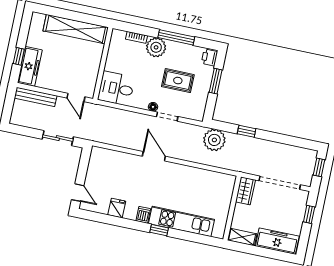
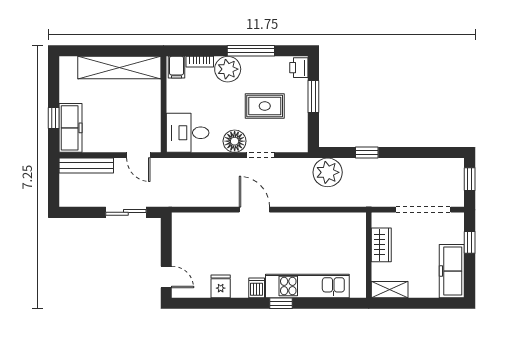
filing cabinet: (118, 38) -> (176, 67), added
floor lamp: (153, 107) -> (235, 141), width x1.89, depth x1.89
wardrobe: (245, 191) -> (381, 245), moved
freezer: (277, 241) -> (452, 271), moved, turned -90

